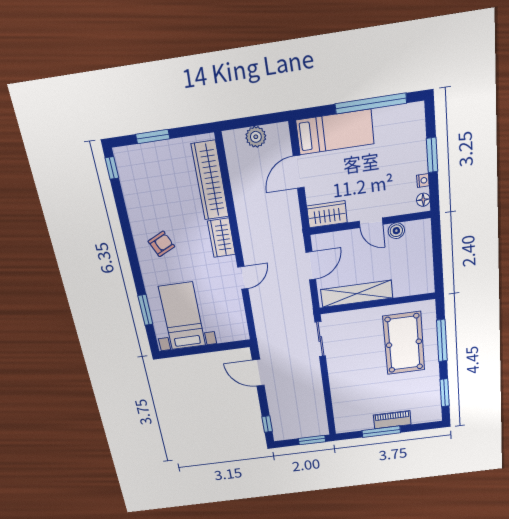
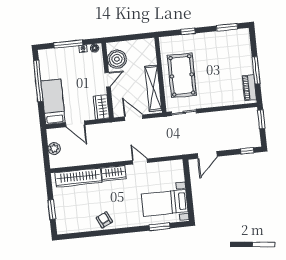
window: (432, 155) -> (68, 44), width x1.44
window: (112, 168) -> (69, 236), removed
boiler: (396, 231) -> (117, 59), width x1.86, depth x1.86
armchair: (161, 244) -> (104, 220), moved
window: (442, 341) -> (188, 31), width x0.46
pool table: (404, 343) -> (182, 75), moved, turned 90
piano: (392, 420) -> (249, 88), moved

